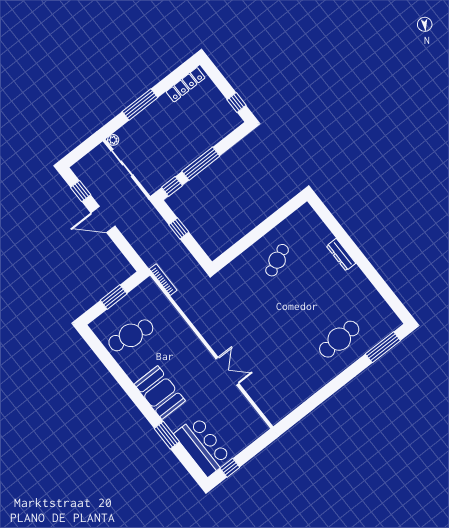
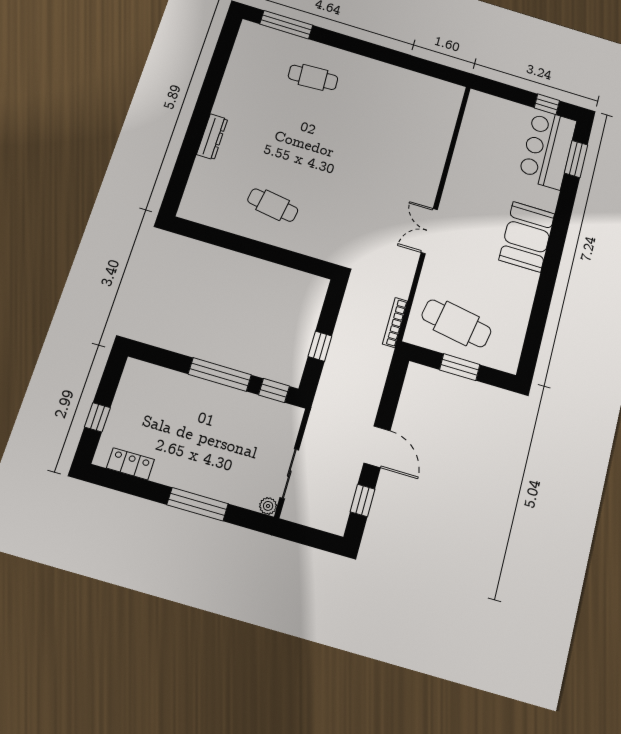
locker: (185, 85) -> (130, 464), width x0.66
window: (237, 102) -> (97, 417), moved
cafe table: (277, 260) -> (273, 205), turned 33
cafe table: (131, 335) -> (456, 323), moved
cafe table: (339, 339) -> (313, 77), width x0.73, depth x0.74
double door: (227, 371) -> (429, 231), moved
window: (167, 435) -> (576, 159), moved

